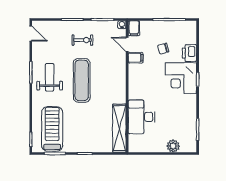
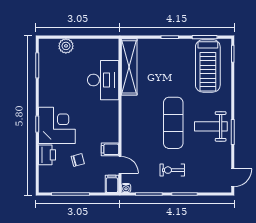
door: (31, 34) -> (233, 178), swing flipped
weight bench: (50, 77) -> (211, 126), turned 90

